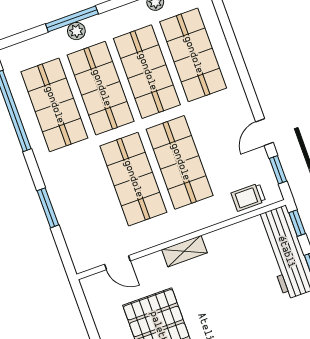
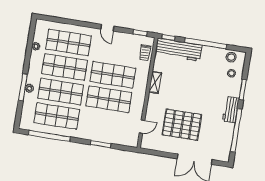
door: (264, 132) -> (107, 28), moved
shelving: (184, 251) -> (155, 82), moved

